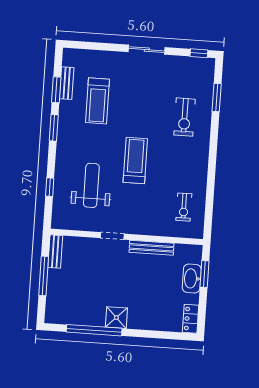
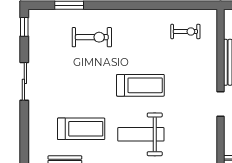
treadmill: (135, 160) -> (140, 85), turned 180
weight bench: (91, 185) -> (141, 134), moved

